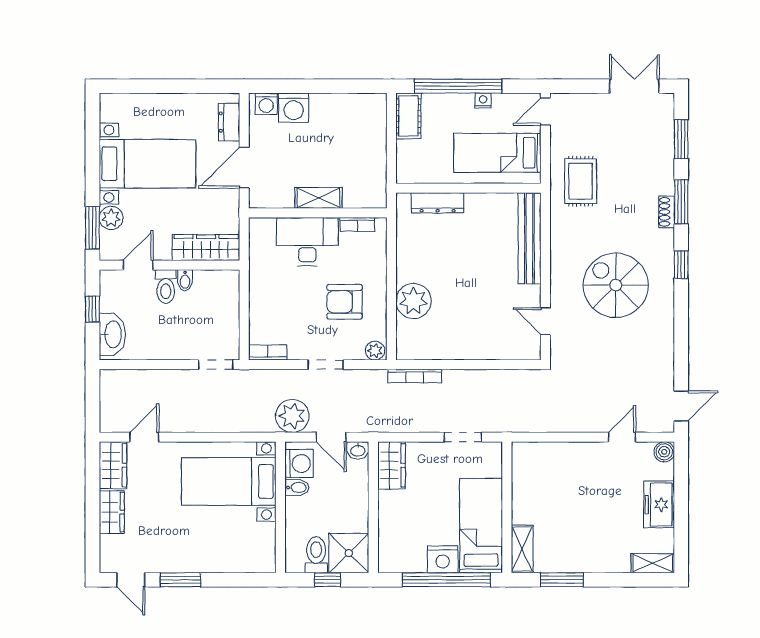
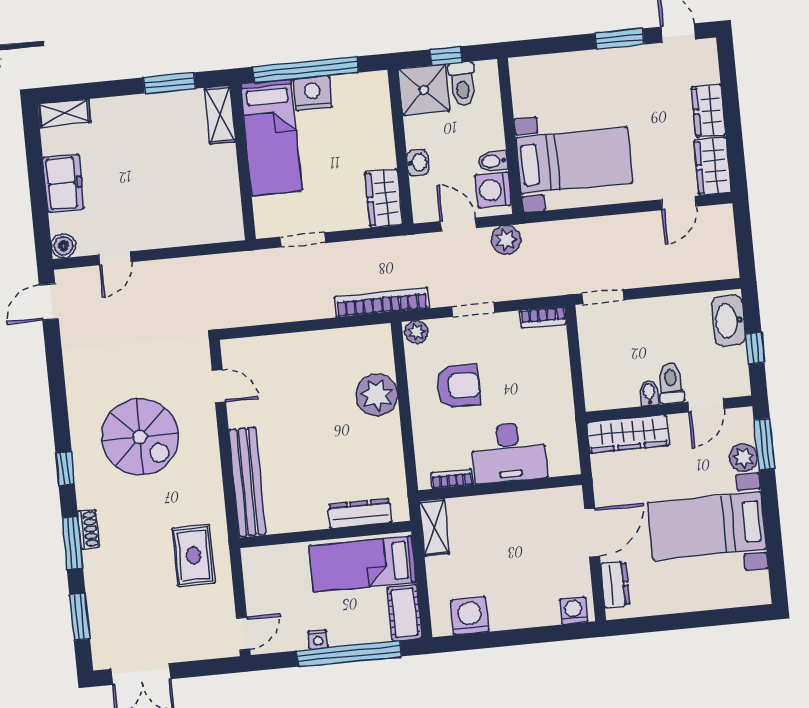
washing machine: (294, 108) -> (470, 616), moved
bed: (497, 153) -> (363, 564), moved, turned 180
shelving: (318, 198) -> (434, 527), moved, turned 90
bookcase: (415, 376) -> (382, 302), width x1.48, depth x1.31
plant: (292, 416) -> (506, 240), width x0.73, depth x0.73
washbasin: (358, 450) -> (418, 163), moved, turned 90

